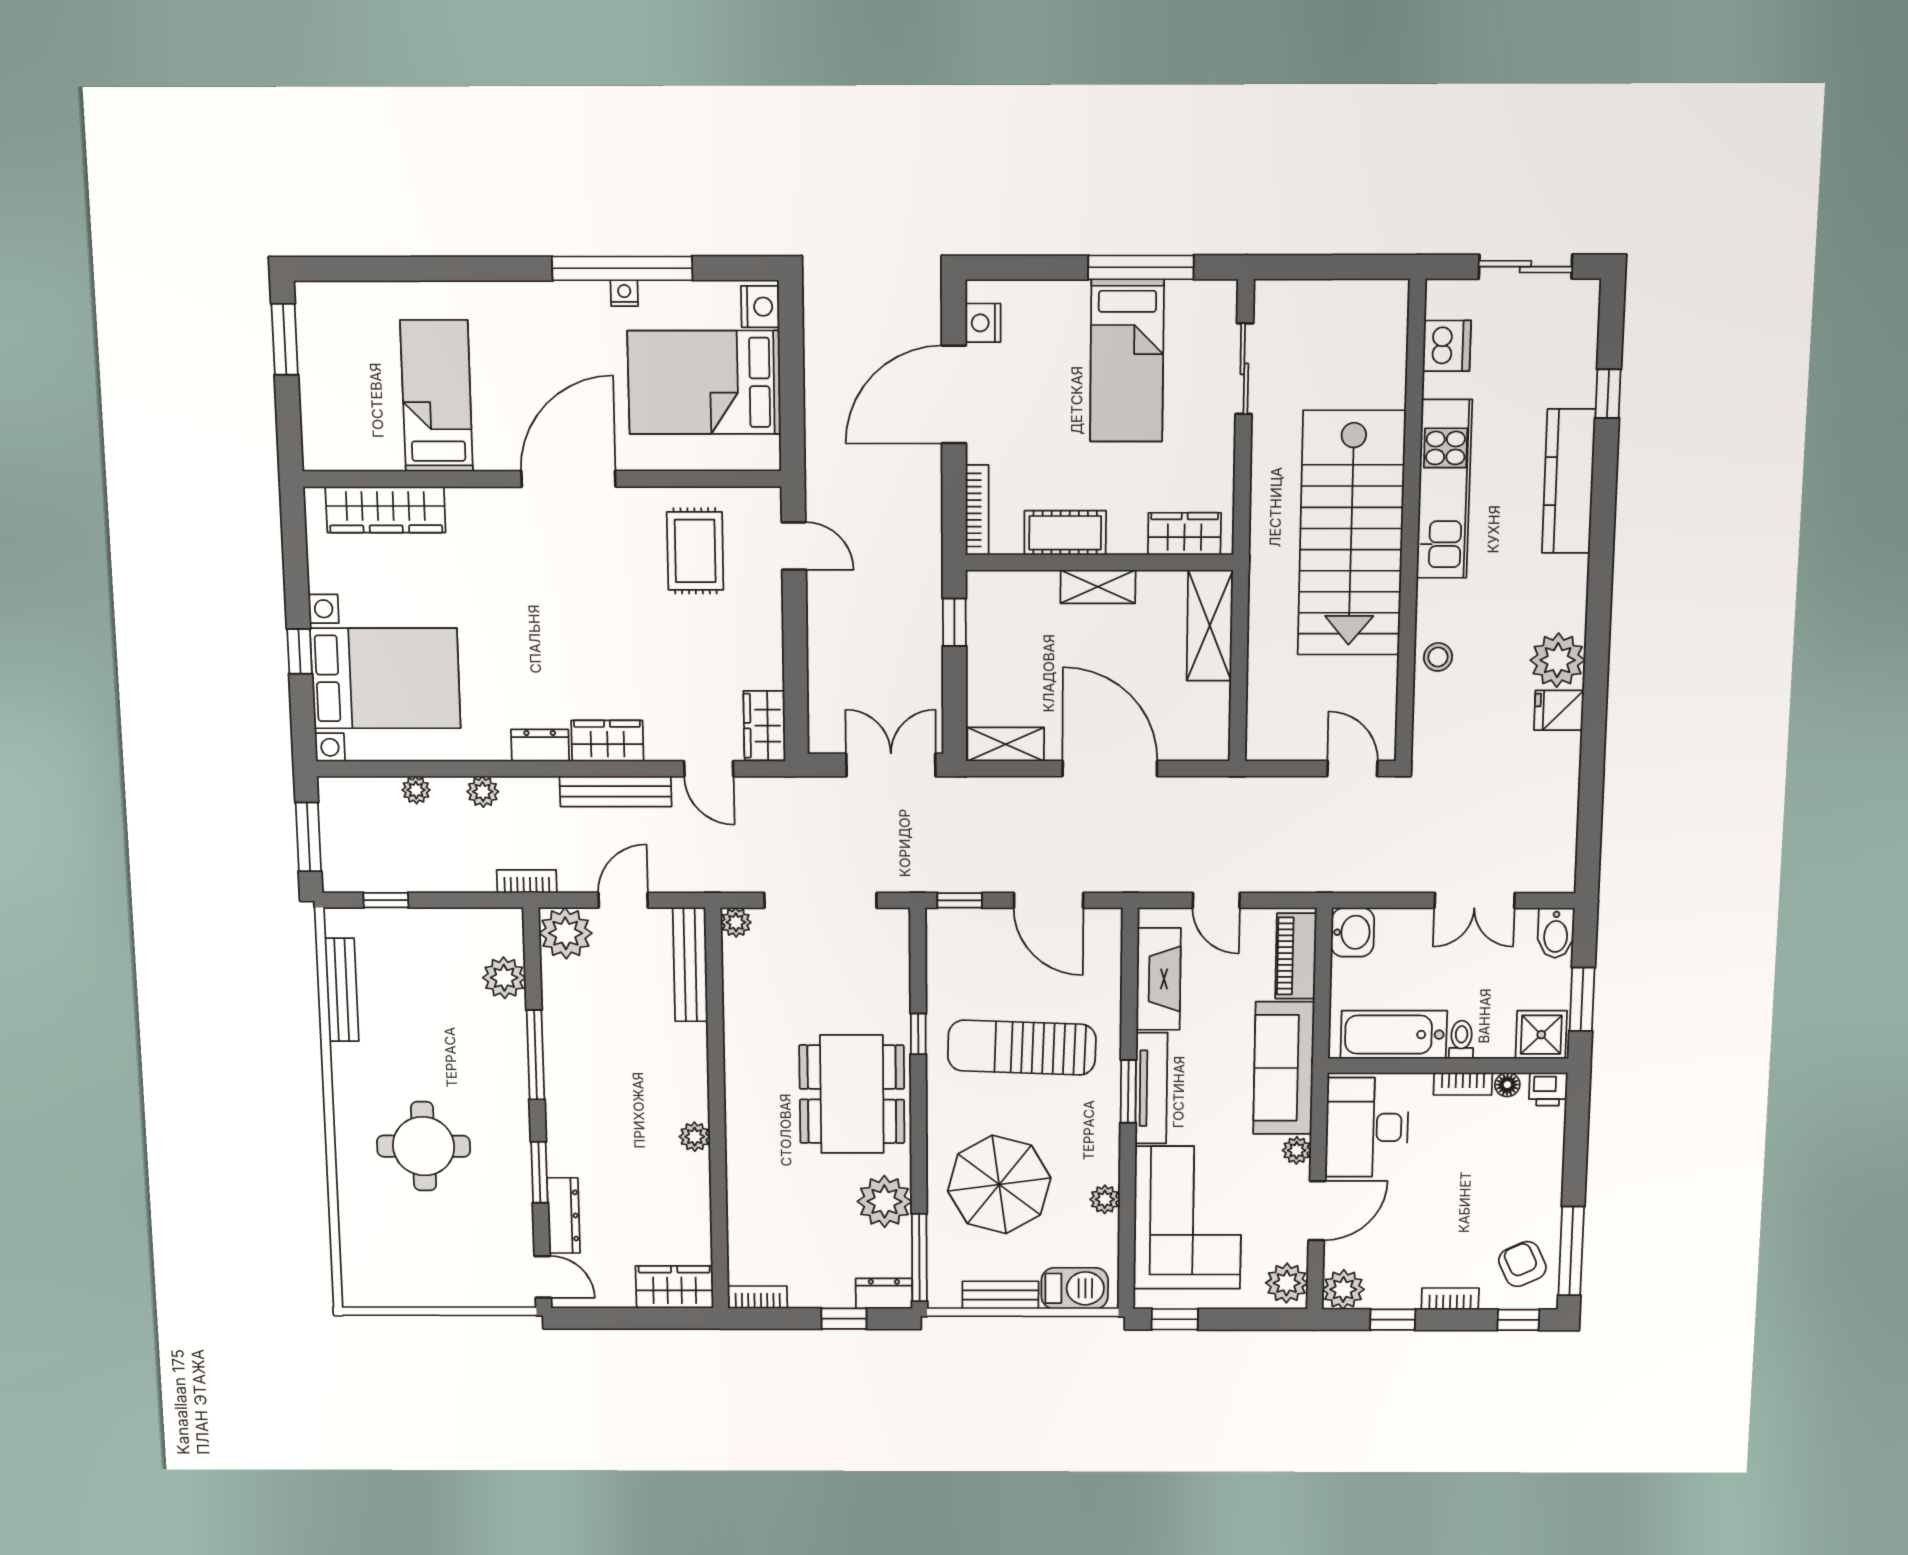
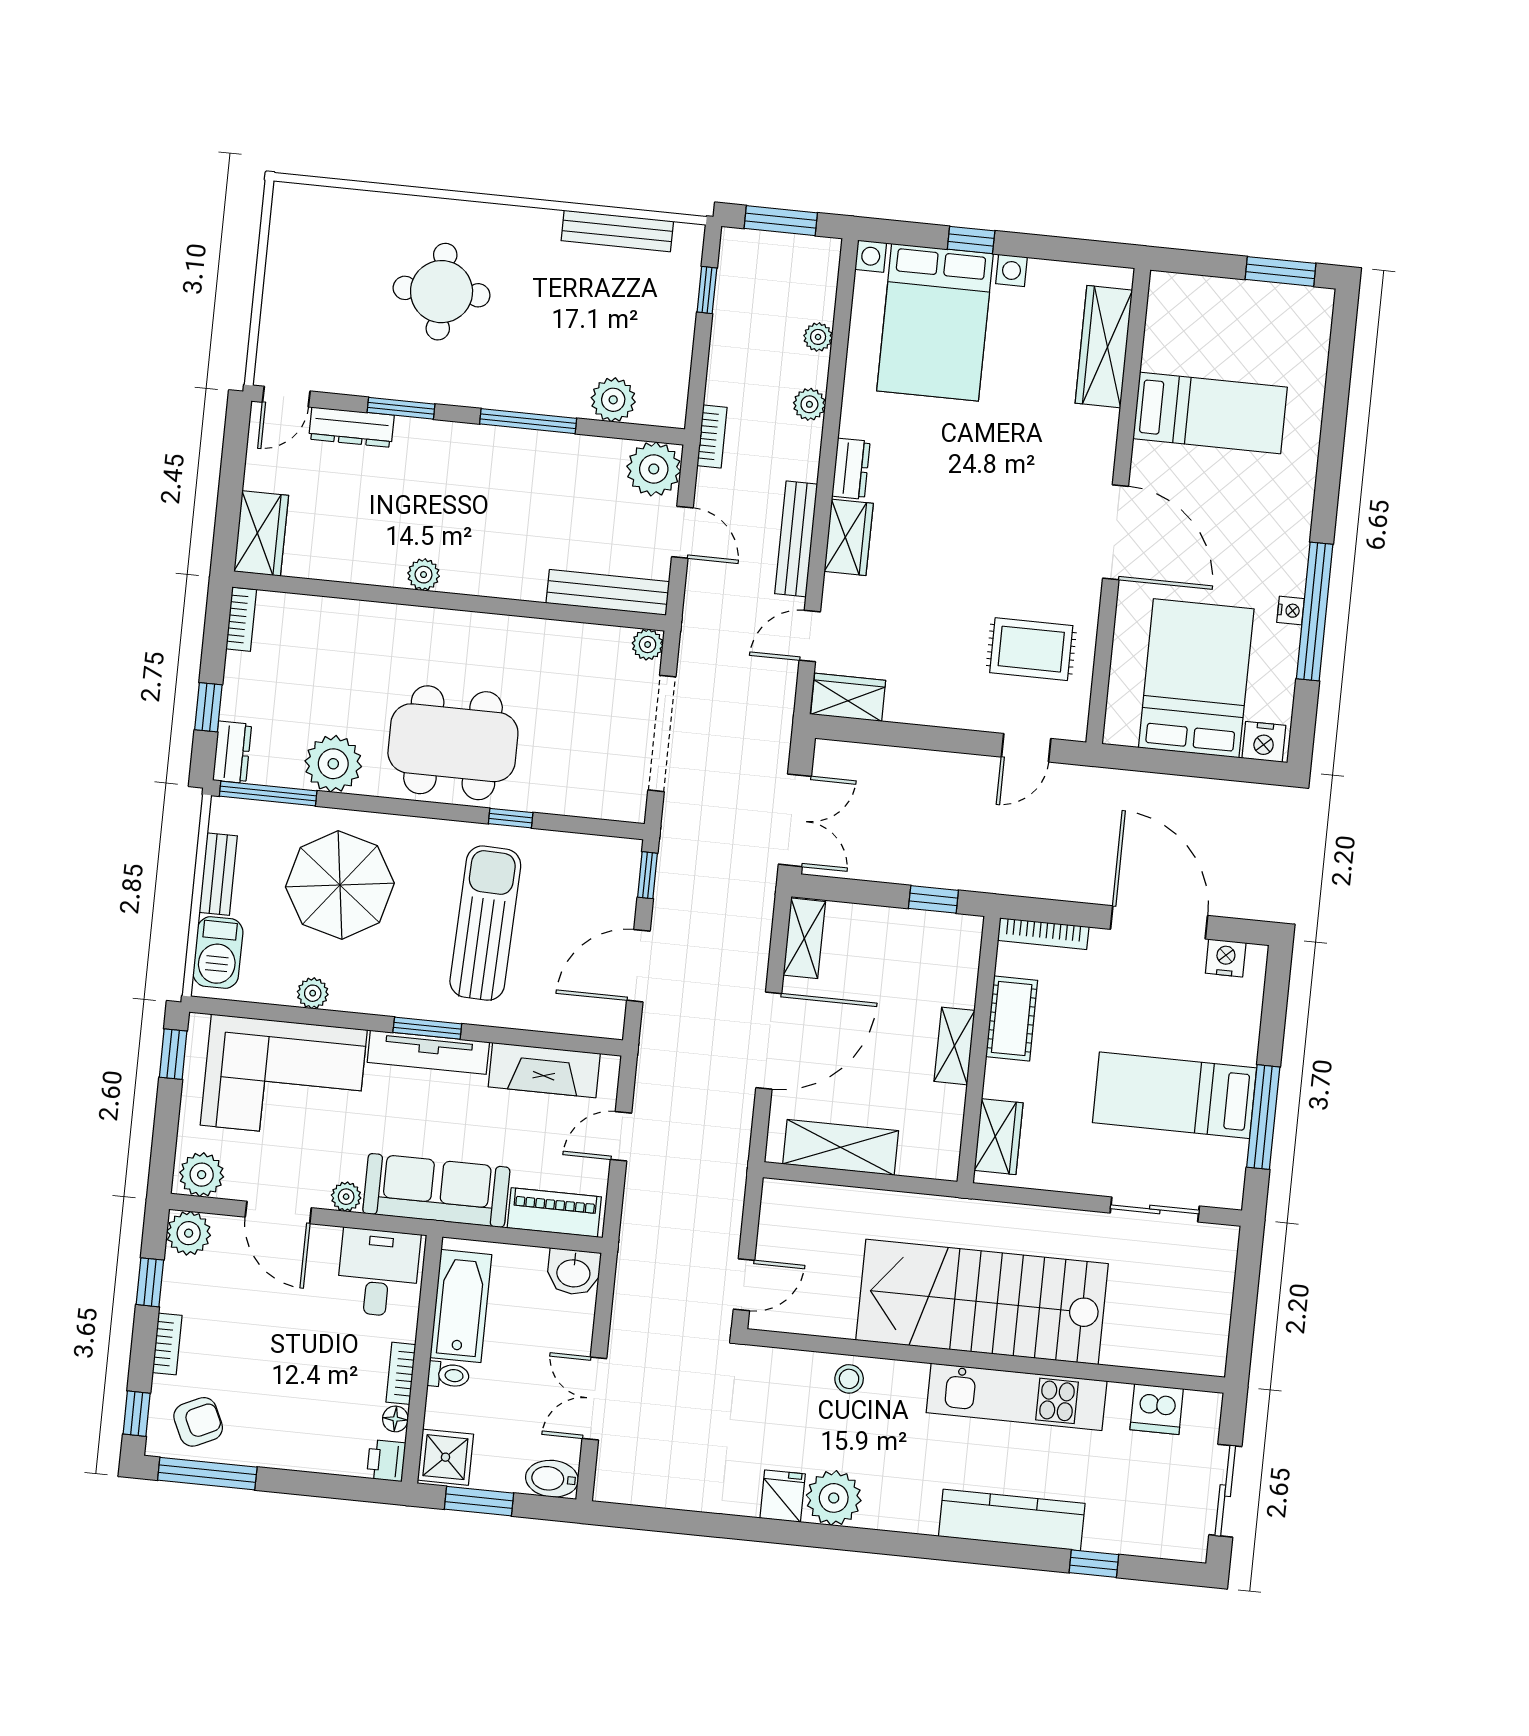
shelving: (1210, 625) -> (841, 1147), moved
desk: (1367, 1127) -> (378, 1273), width x0.73

